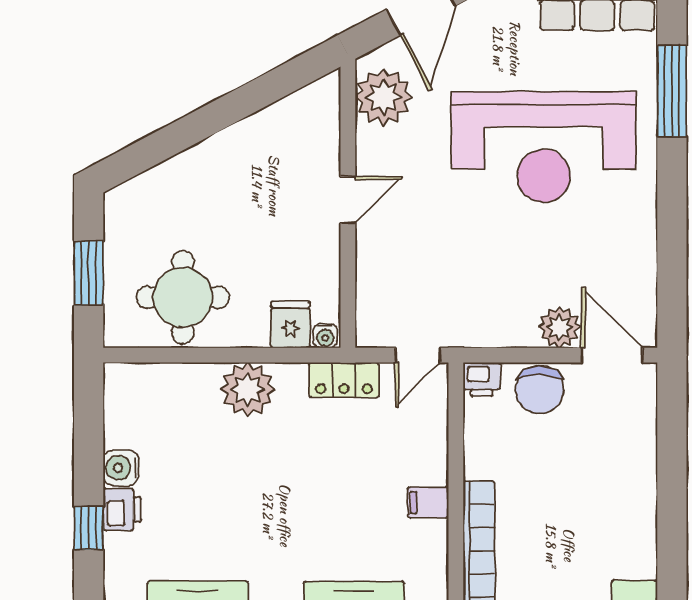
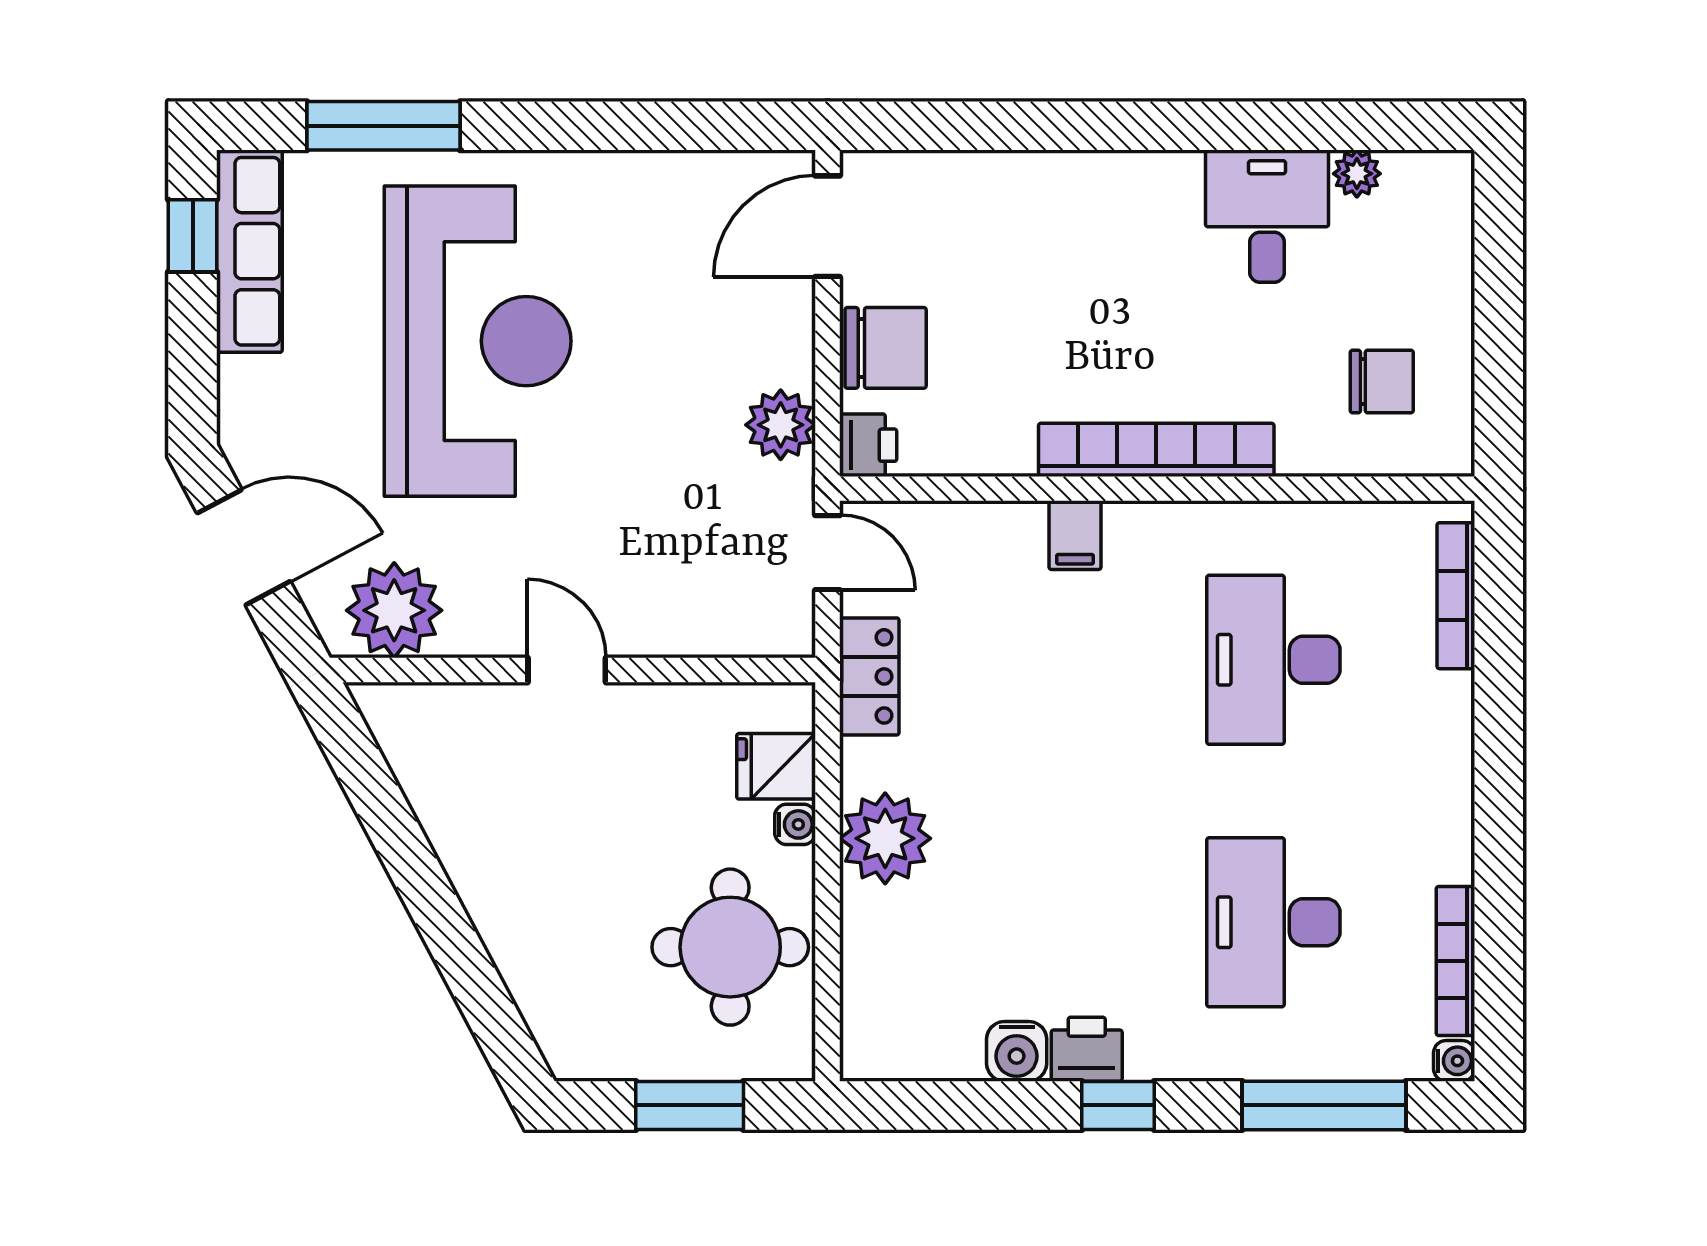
plant: (559, 327) -> (781, 425), moved
water cooler: (325, 336) -> (795, 824), moved

